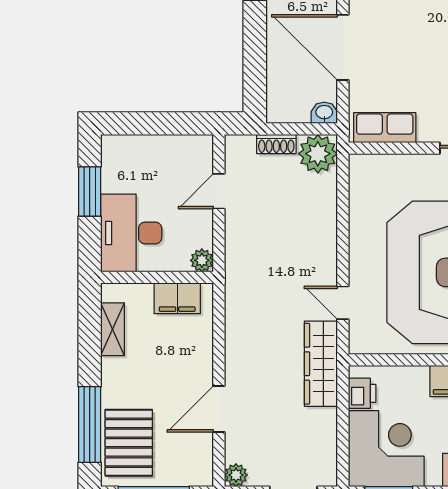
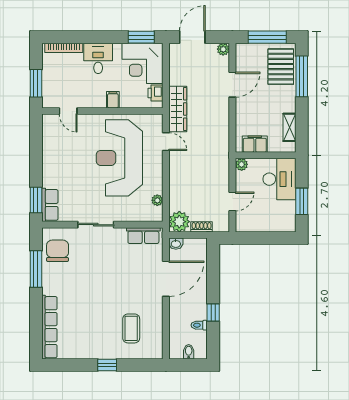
door: (343, 47) -> (166, 279), hinge flipped
plant: (359, 194) -> (157, 200), added

